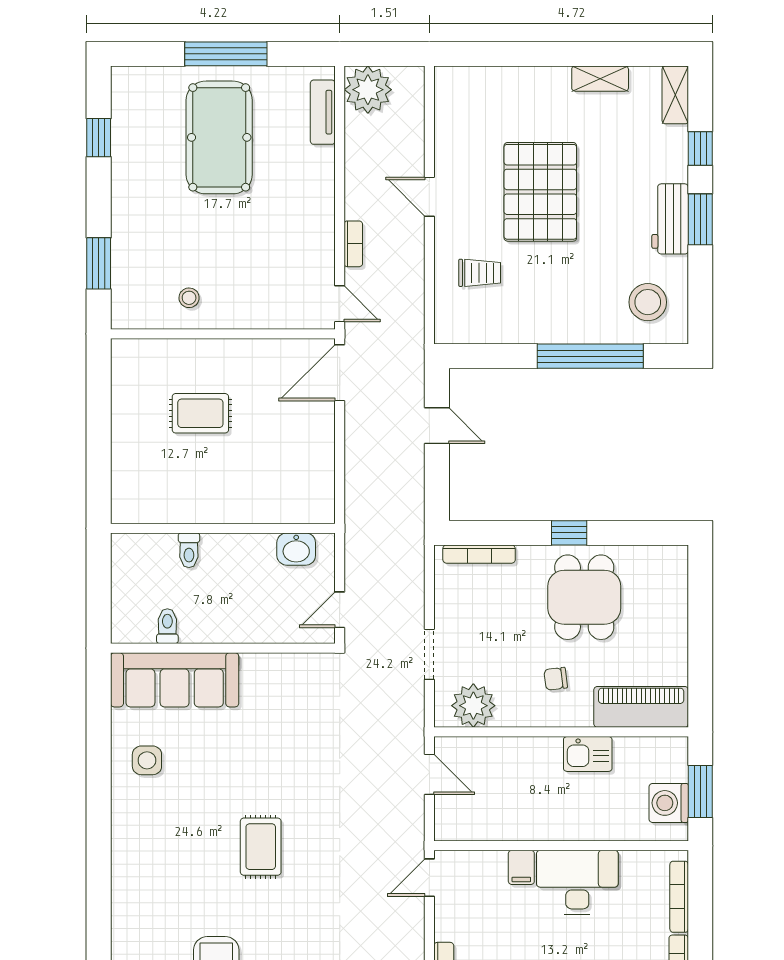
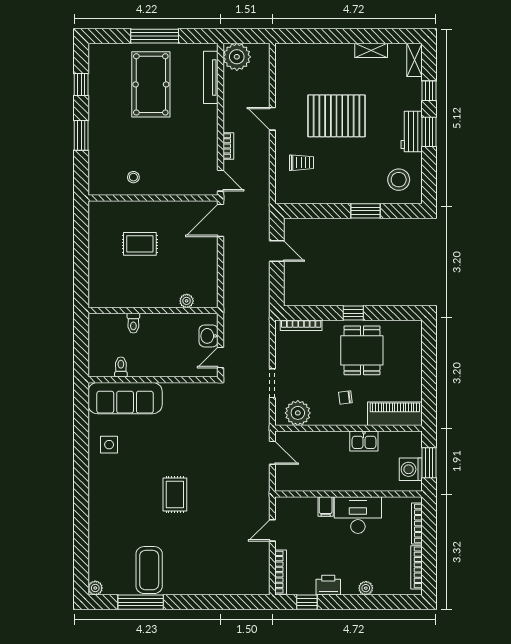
tv unit: (323, 112) -> (211, 77), width x1.41
pallet: (540, 192) -> (337, 116), turned 90
window: (99, 263) -> (81, 135), moved
window: (590, 356) -> (365, 211), width x0.47
plant: (281, 512) -> (187, 301), added
washbasin: (296, 549) -> (208, 336), moved, turned 90
door: (429, 878) -> (272, 530), moved

